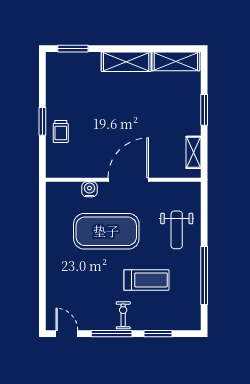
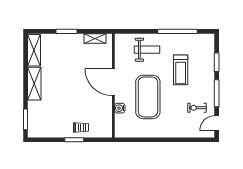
treadmill: (146, 280) -> (181, 70), turned 180
exercise bike: (123, 315) -> (197, 108), moved

